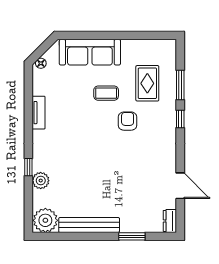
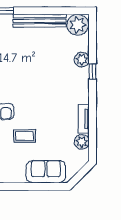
sofa: (90, 52) -> (46, 172), width x0.73
floor lamp: (41, 63) -> (82, 162), removed
plant: (41, 86) -> (82, 142), added

